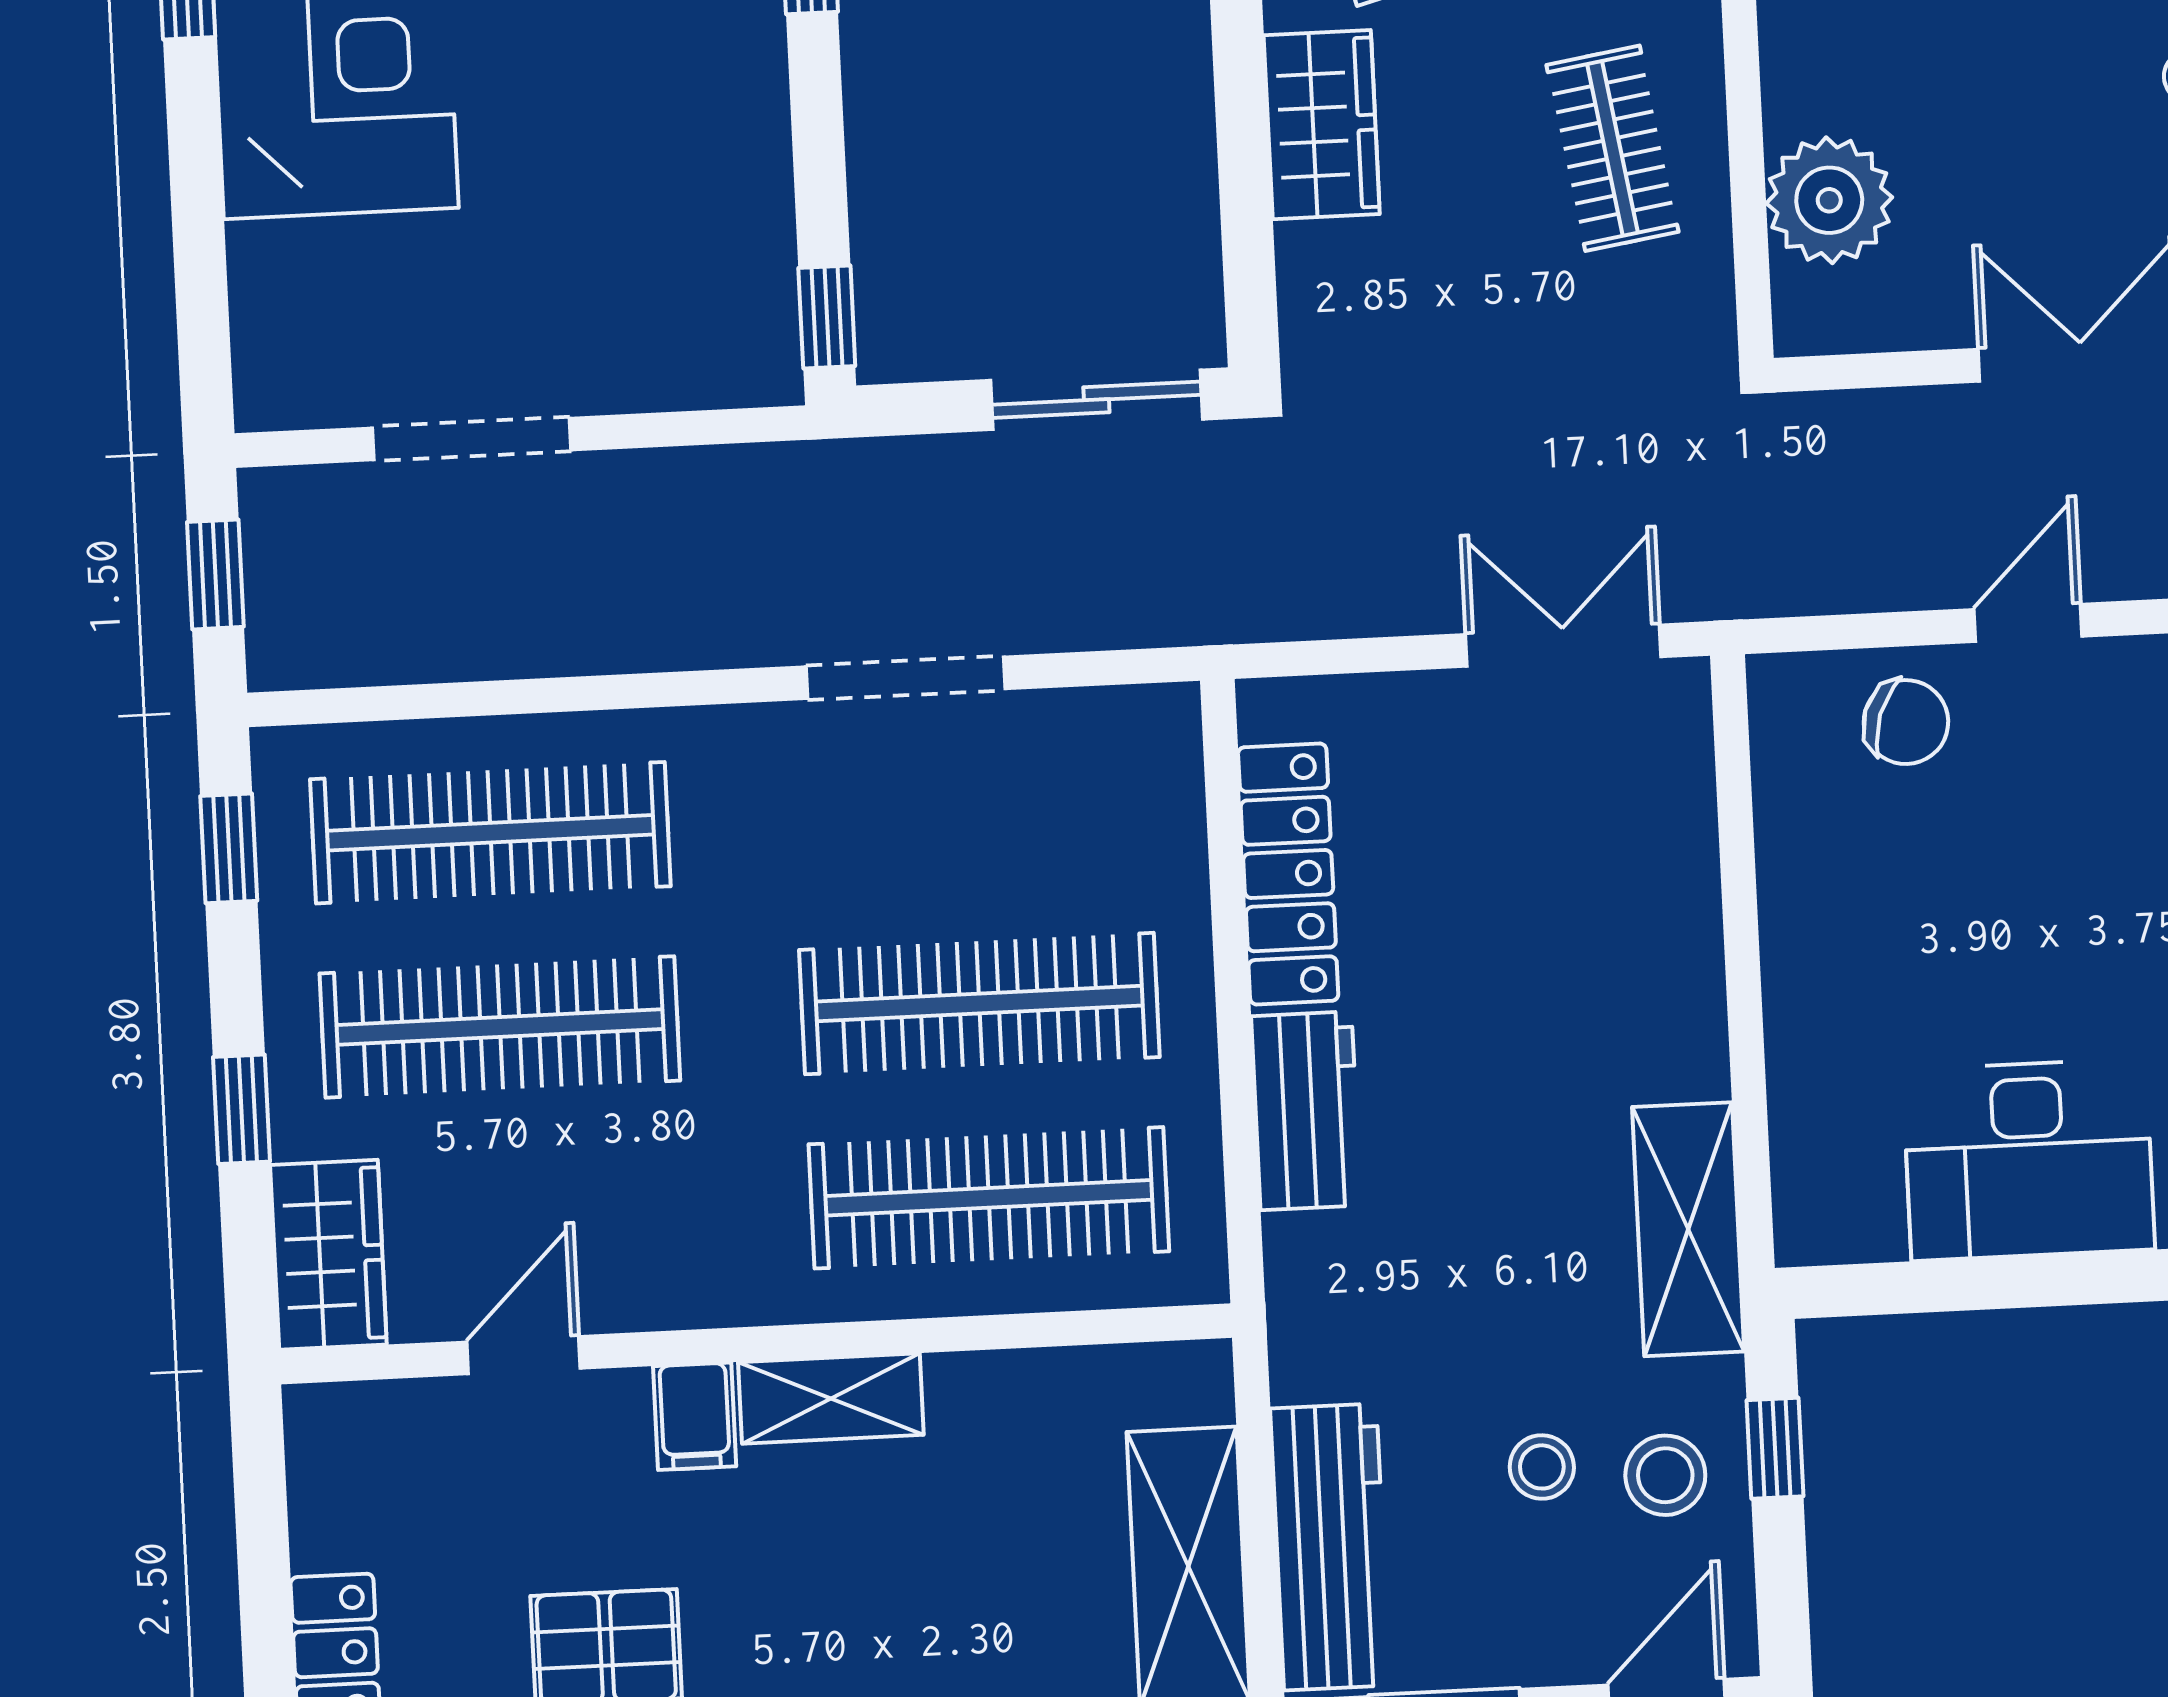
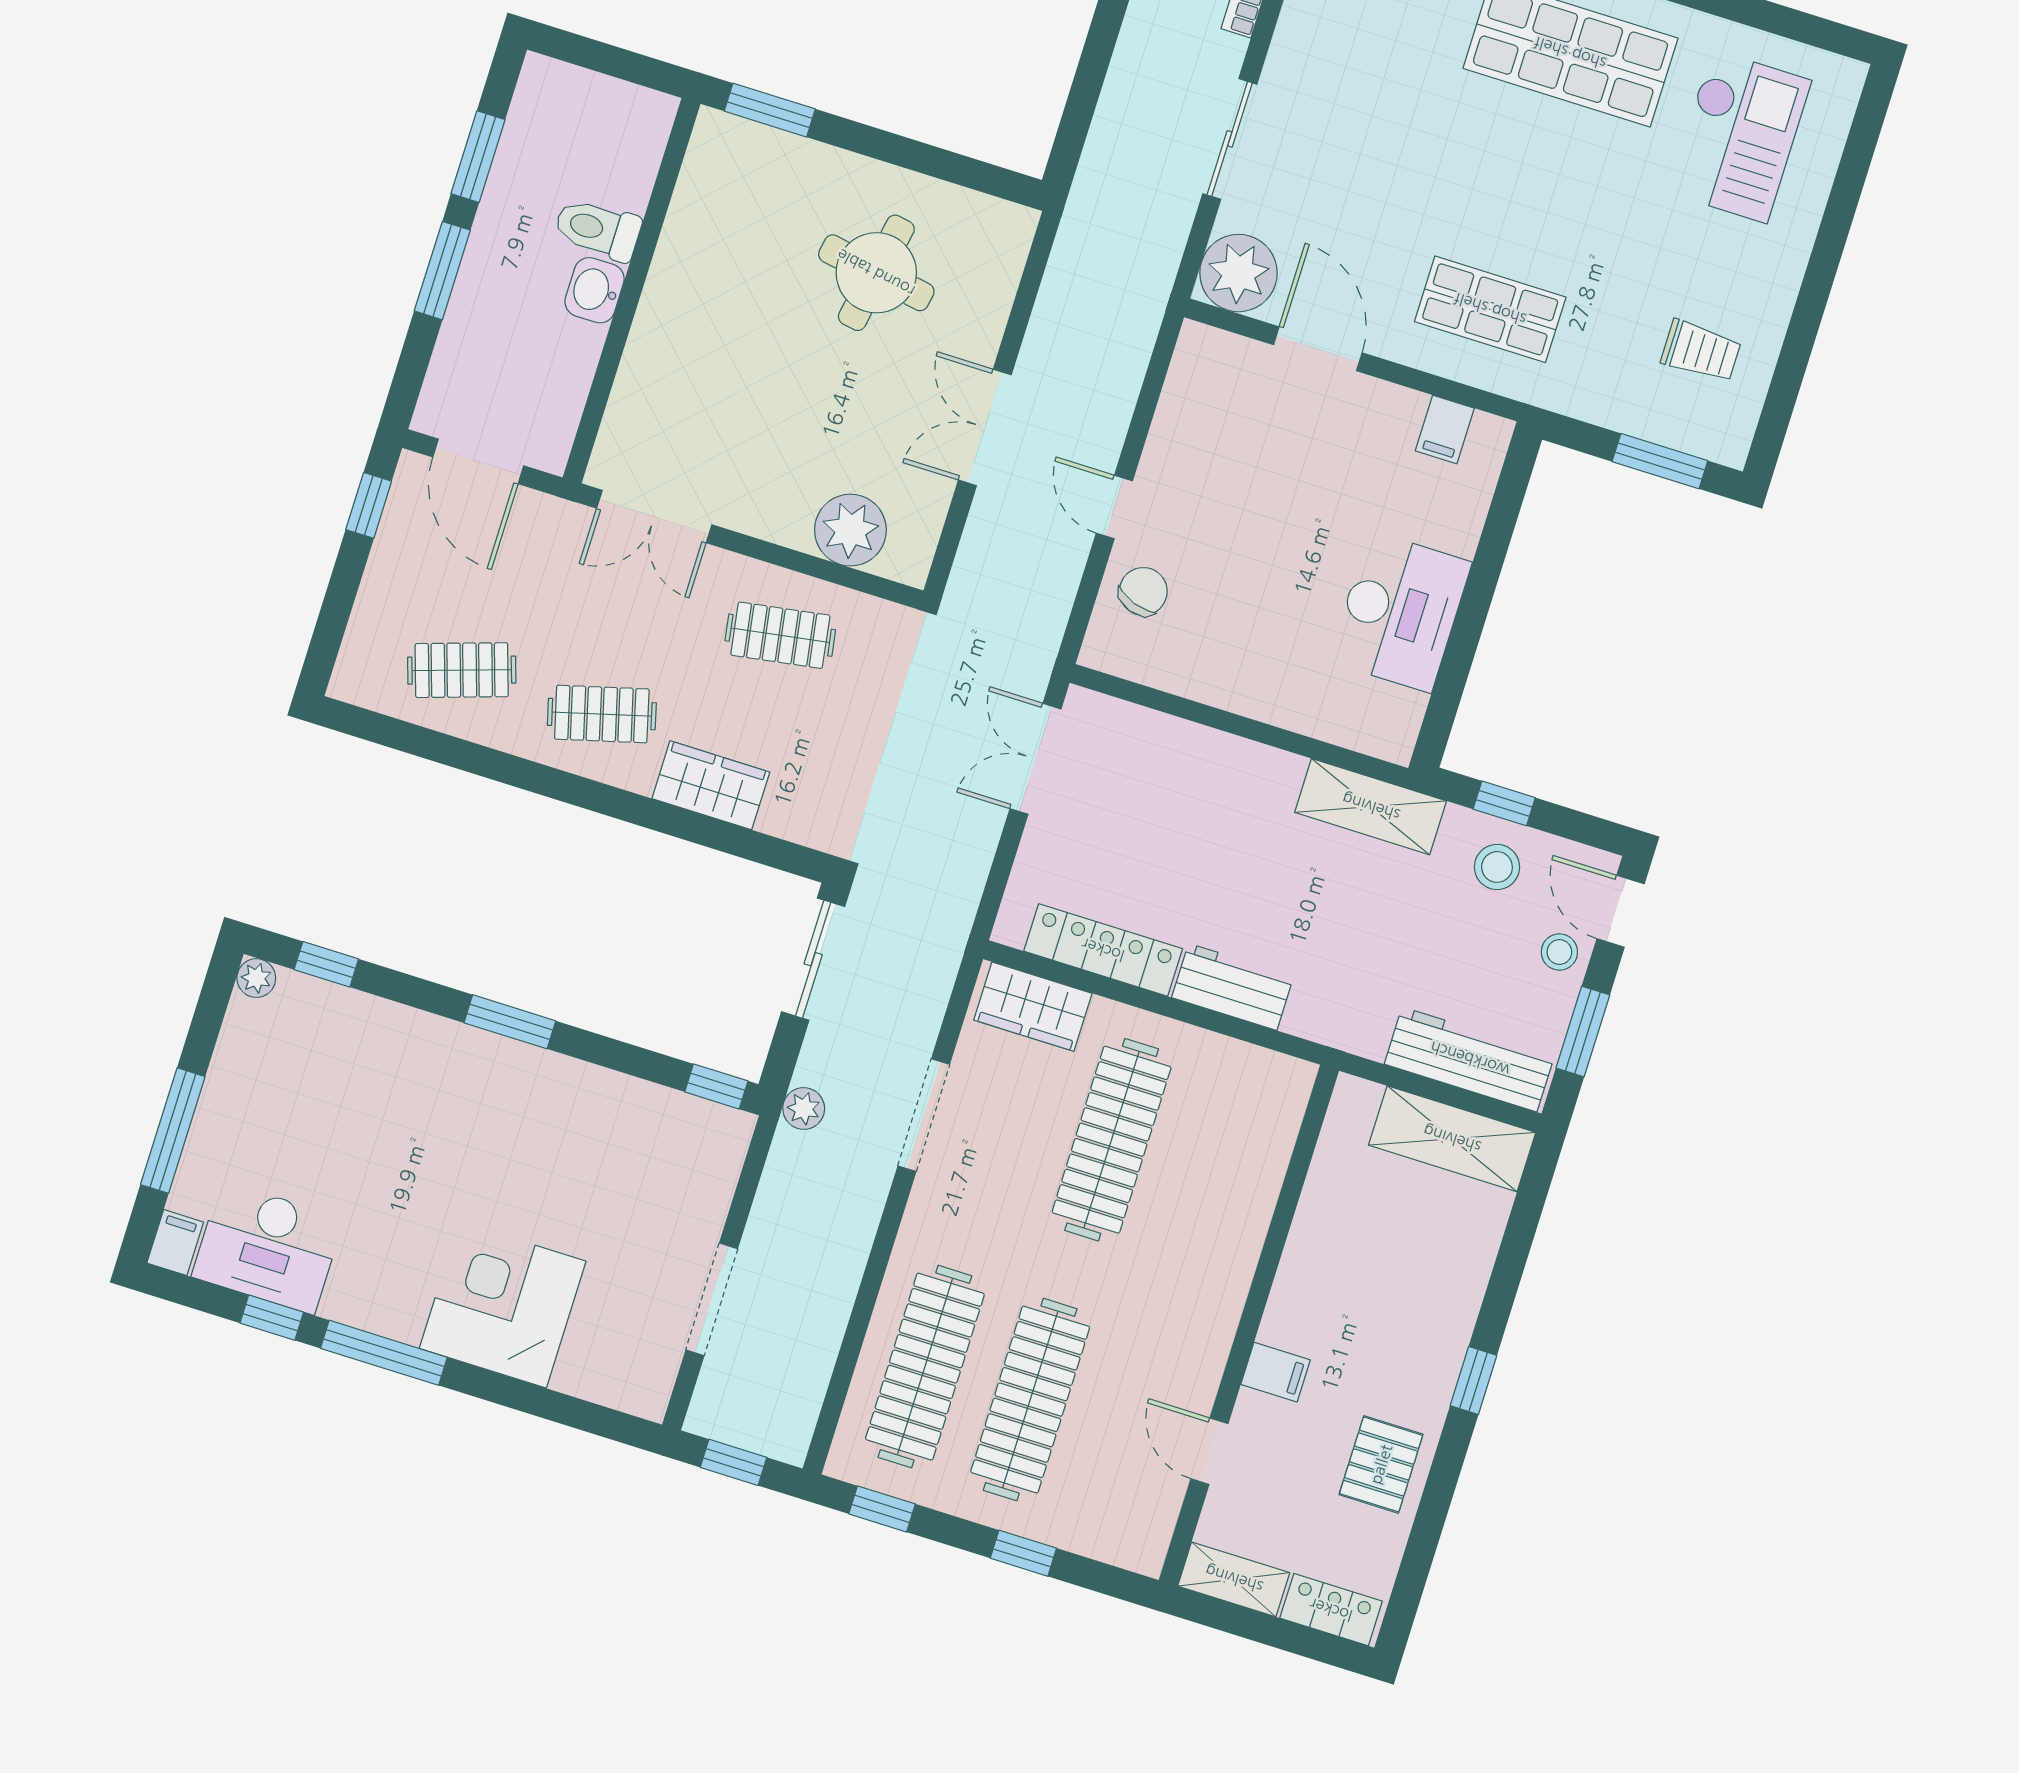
plant: (844, 475) -> (804, 1109), added
clothes rail: (989, 1198) -> (1217, 1173), removed
wardrobe: (328, 1255) -> (1033, 1007), moved, turned 180
shelving: (831, 1398) -> (1234, 1579), moved, turned 90
stool: (1542, 1467) -> (1559, 952), moved

